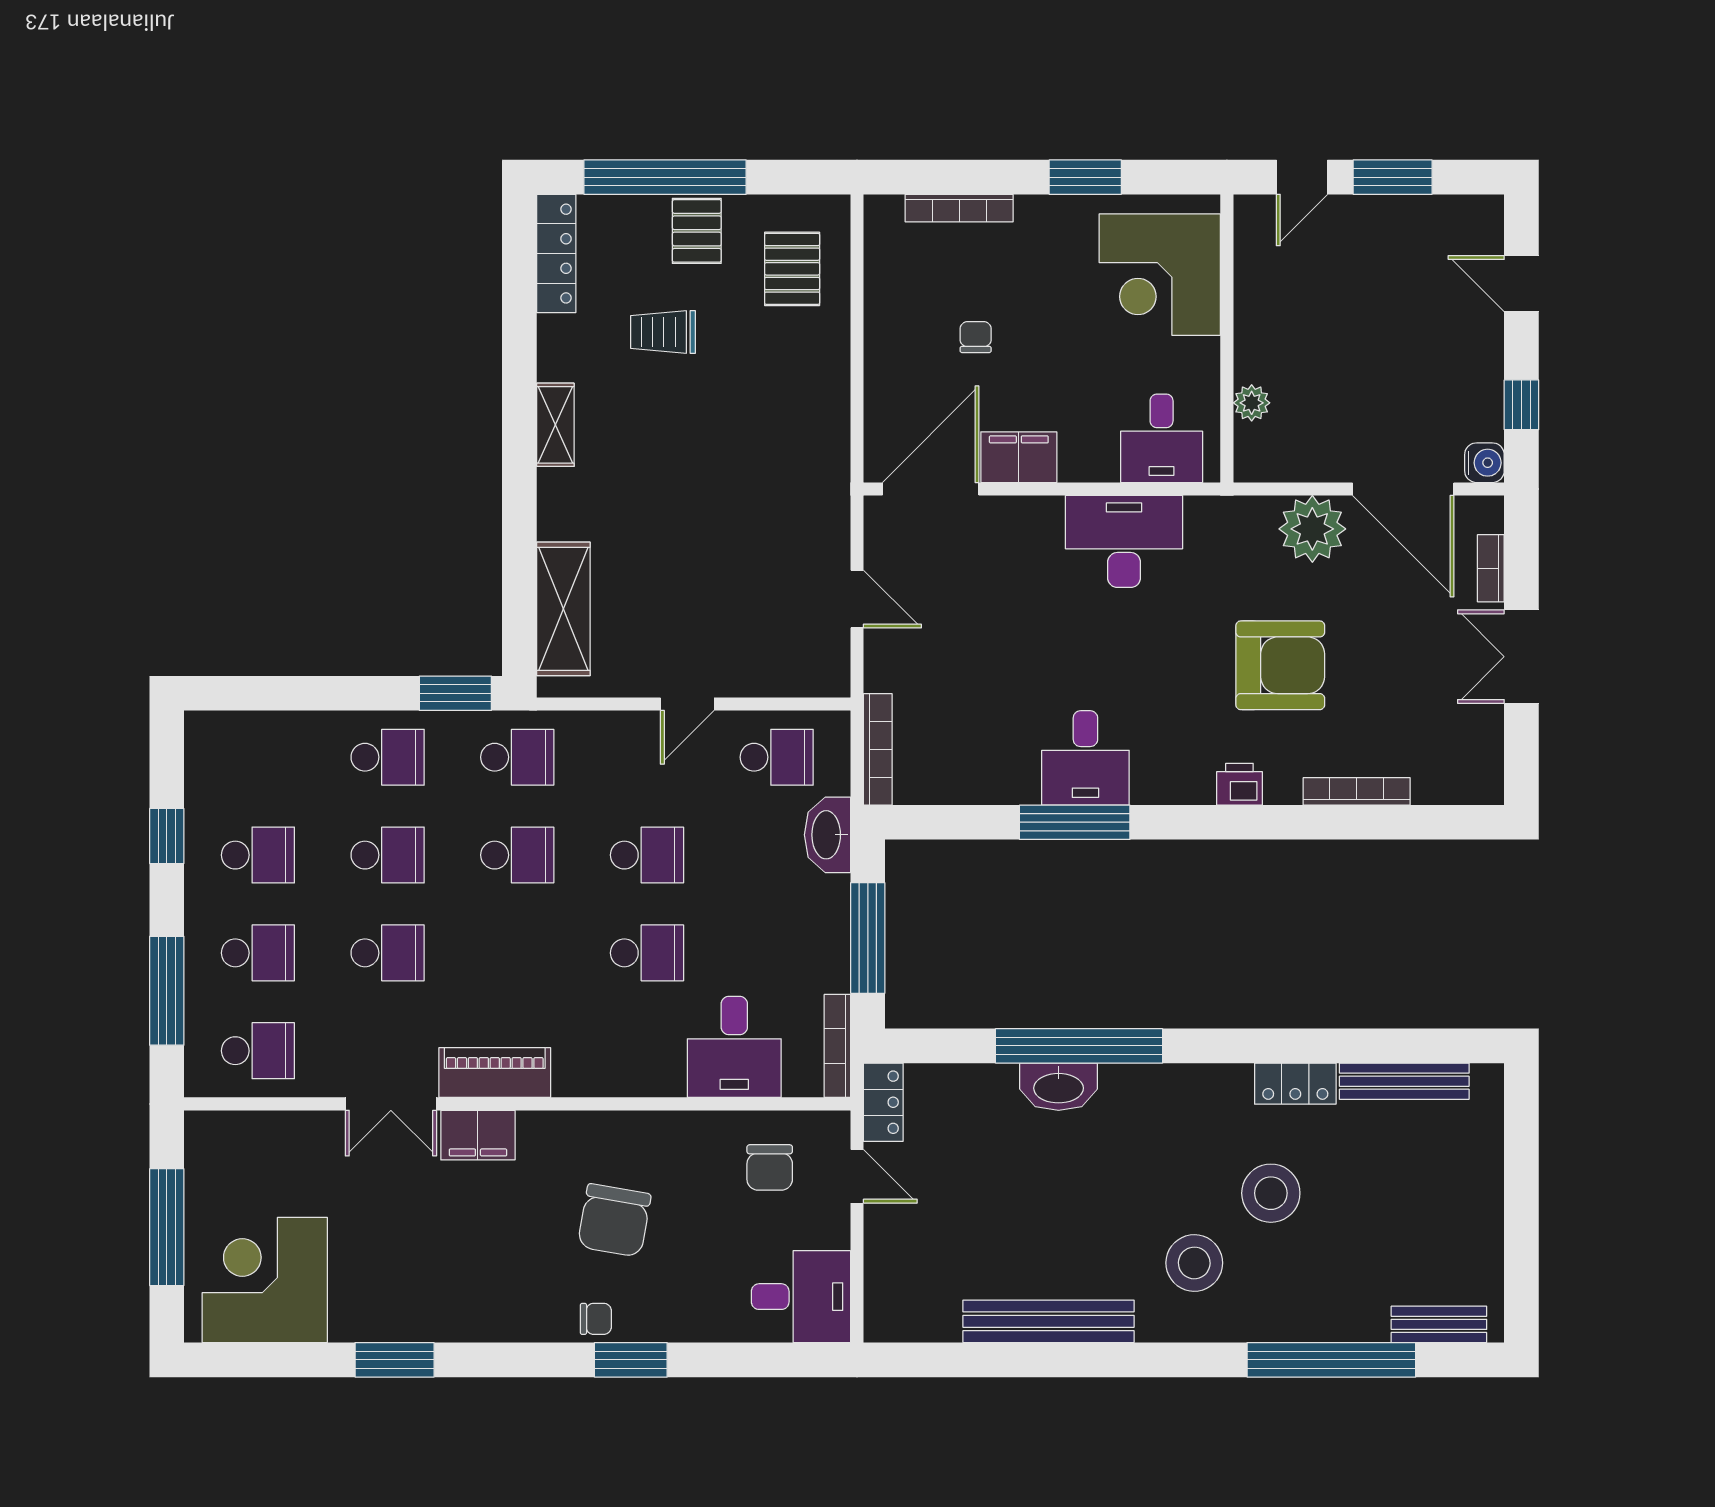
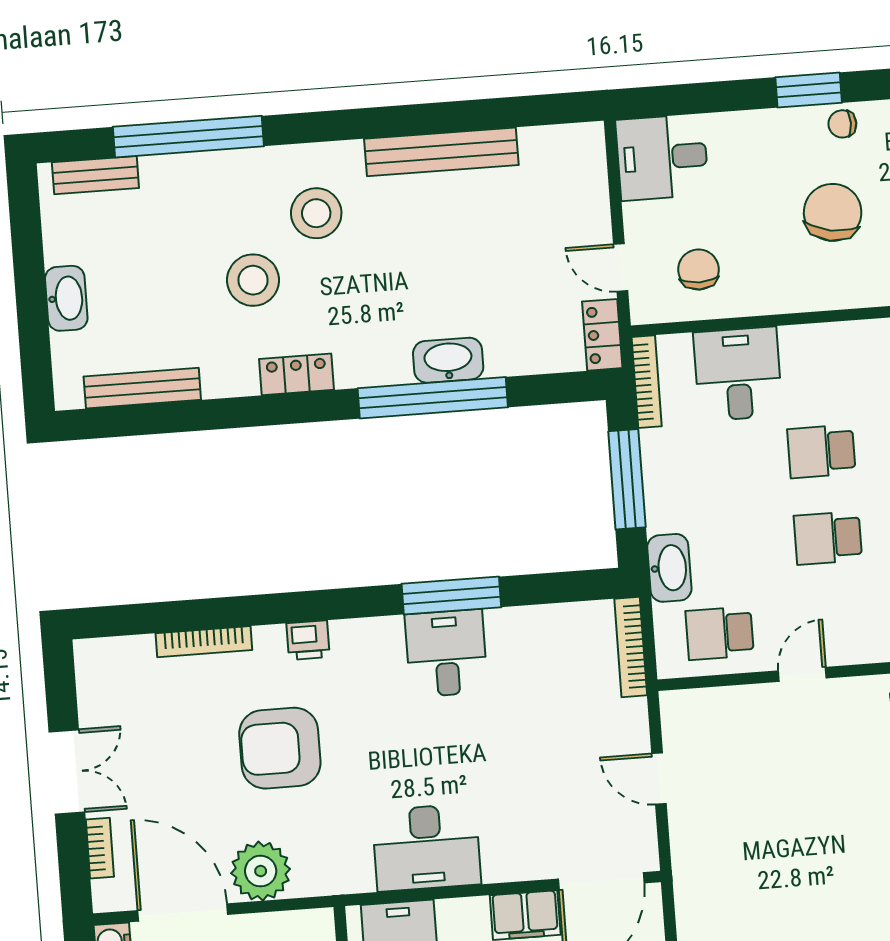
locker: (1295, 1084) -> (297, 374), moved
washbasin: (1482, 1188) -> (66, 298), added

